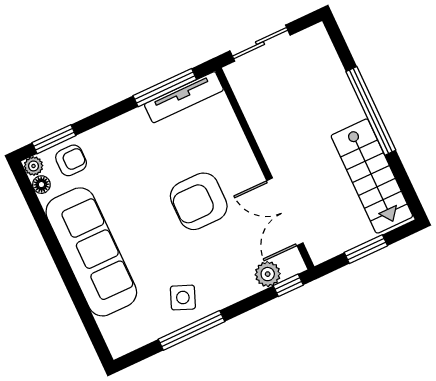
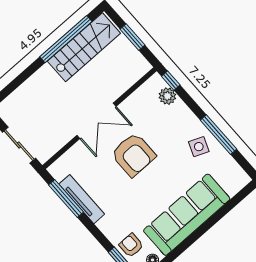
tv unit: (184, 97) -> (82, 199), moved
window: (371, 111) -> (66, 39), moved
double door: (285, 212) -> (96, 121), moved

